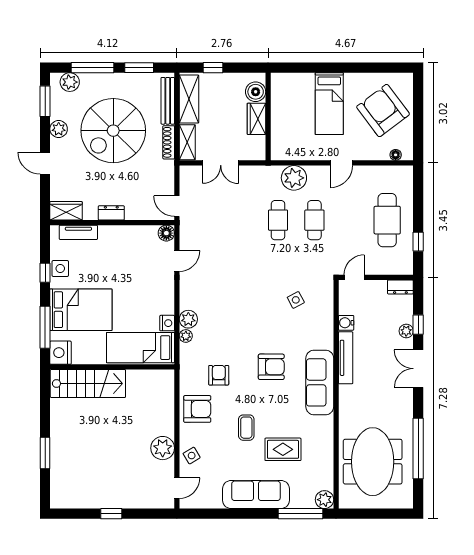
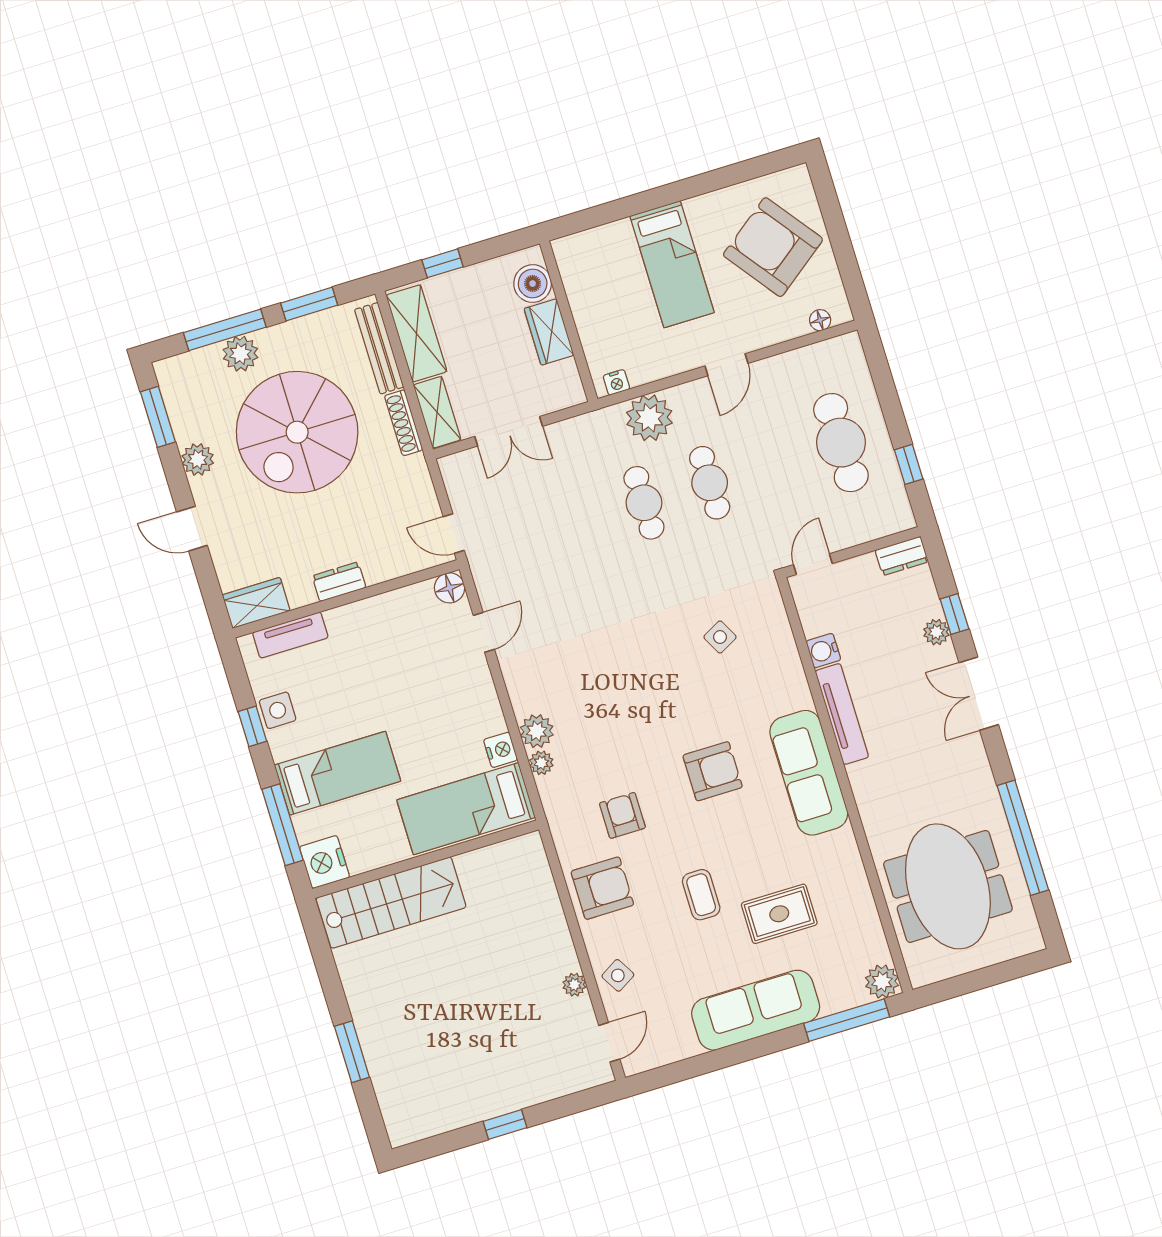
plant: (70, 82) -> (240, 354), moved
nightstand: (283, 155) -> (616, 382), added
bed: (81, 310) -> (338, 773), width x0.67
plant: (163, 448) -> (574, 985), width x0.53, depth x0.53

